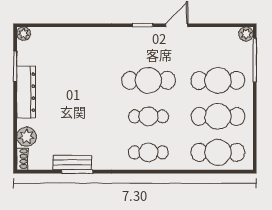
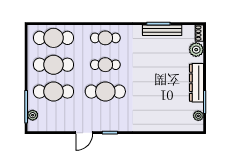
plant: (24, 34) -> (198, 116), moved
plant: (246, 34) -> (33, 115), moved
bench: (72, 163) -> (162, 30), width x1.36

